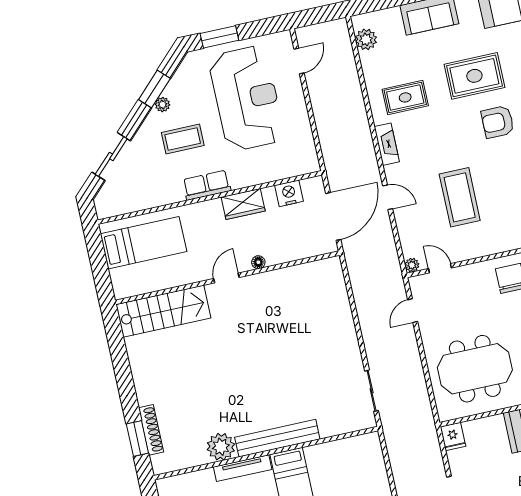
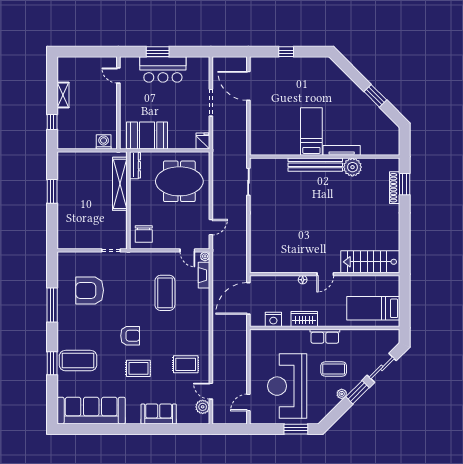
rug: (474, 76) -> (138, 368), width x0.73, depth x0.70
window: (154, 89) -> (357, 392), moved
fireplace: (387, 144) -> (204, 275), moved
door: (388, 197) -> (211, 391), moved

